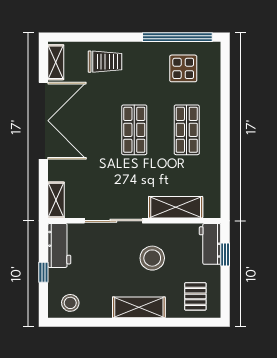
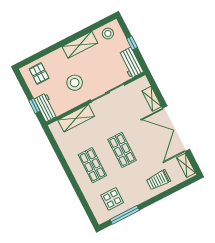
window: (177, 37) -> (125, 215), width x0.68
shelving: (56, 200) -> (152, 99), moved
shelving: (139, 307) -> (80, 45), moved

